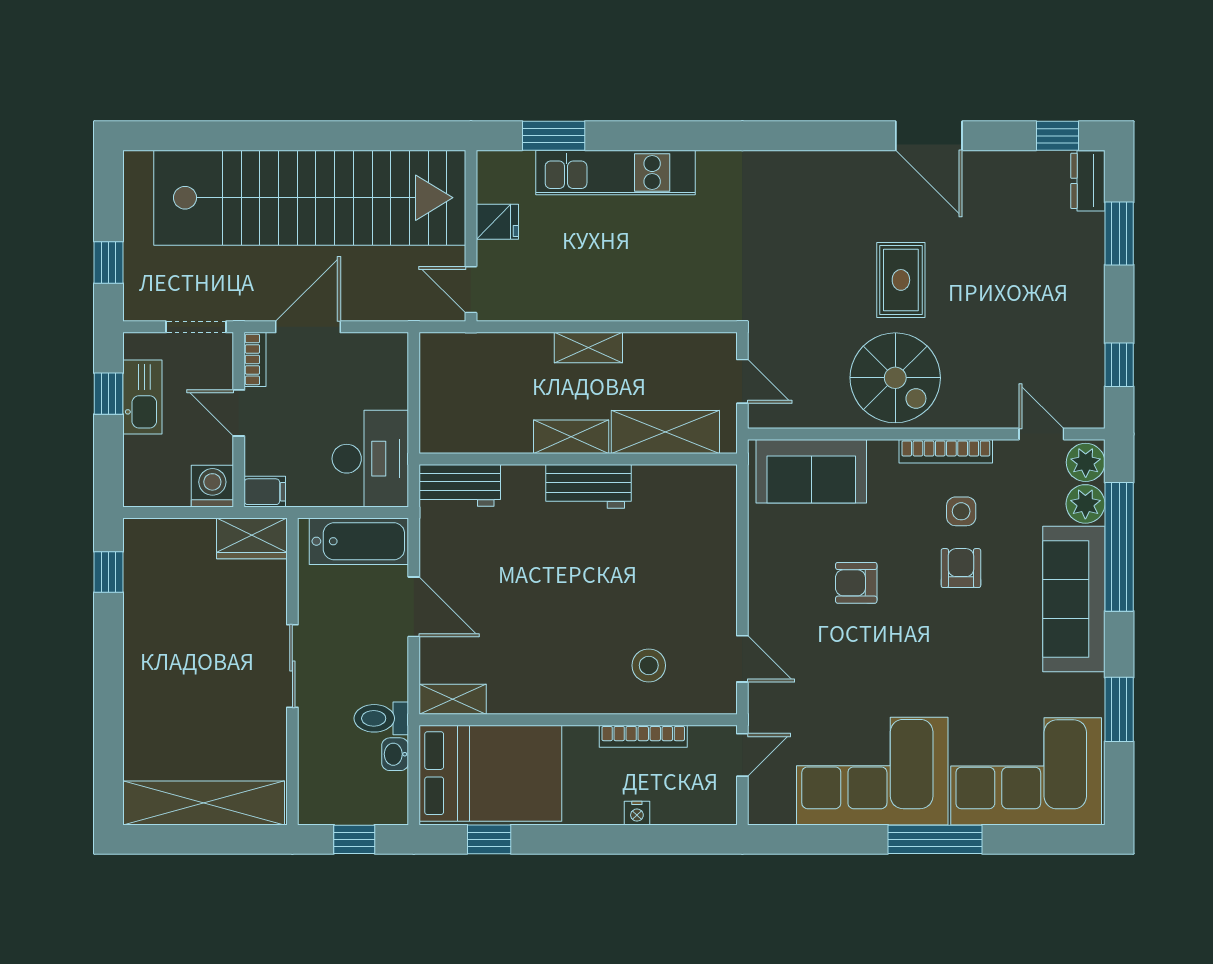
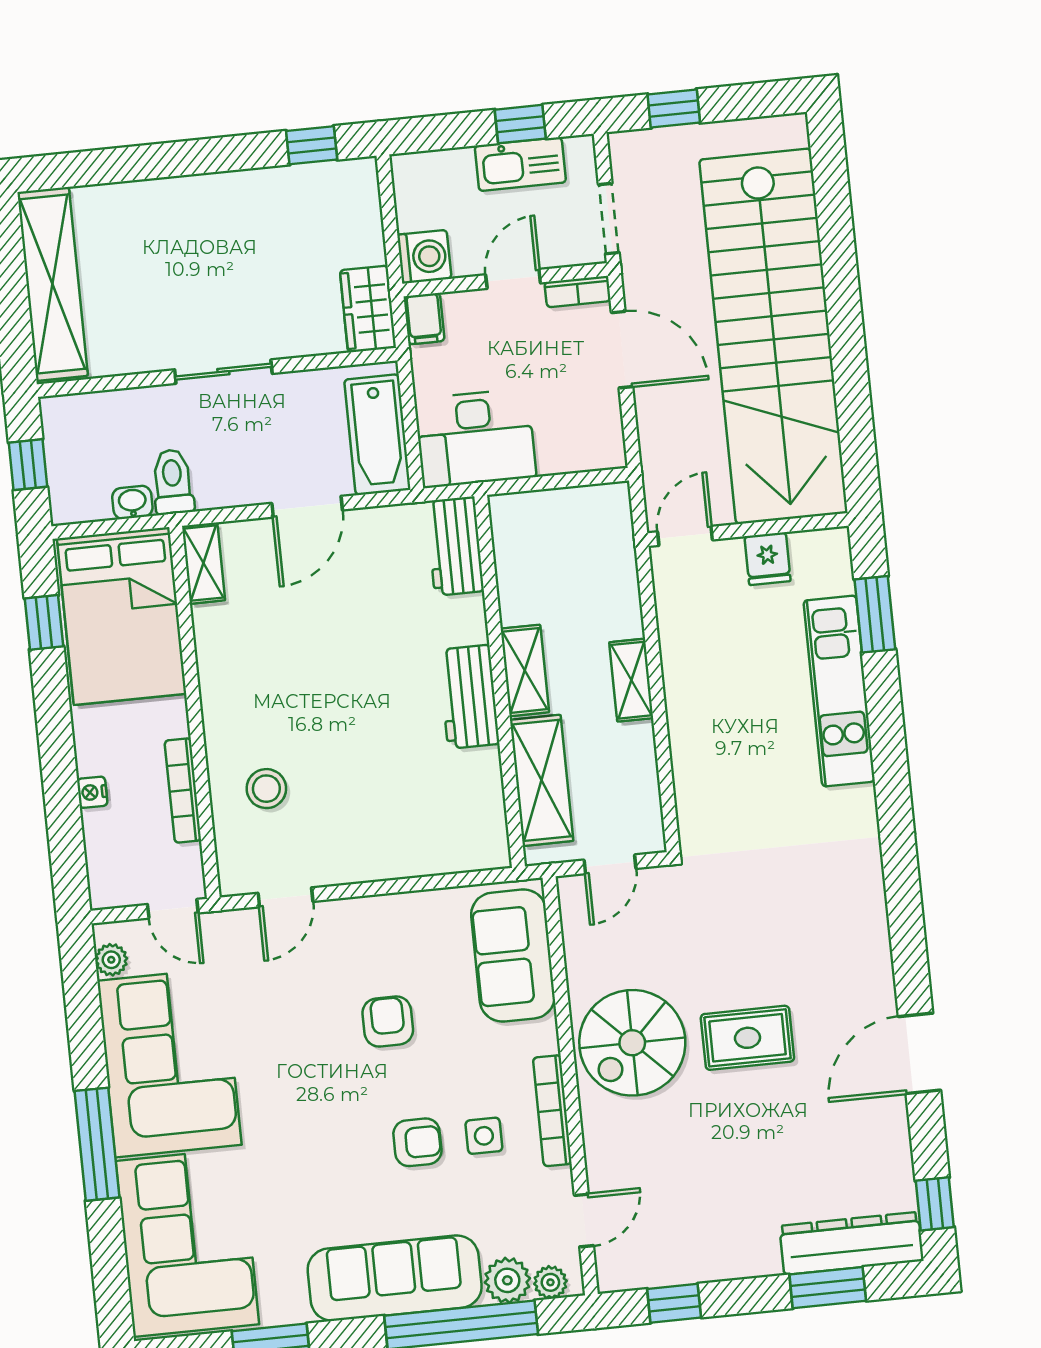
dresser: (1088, 181) -> (851, 1243), width x1.96, depth x1.24
plant: (1086, 462) -> (550, 1282), width x0.73, depth x0.73
plant: (780, 811) -> (111, 960), added

